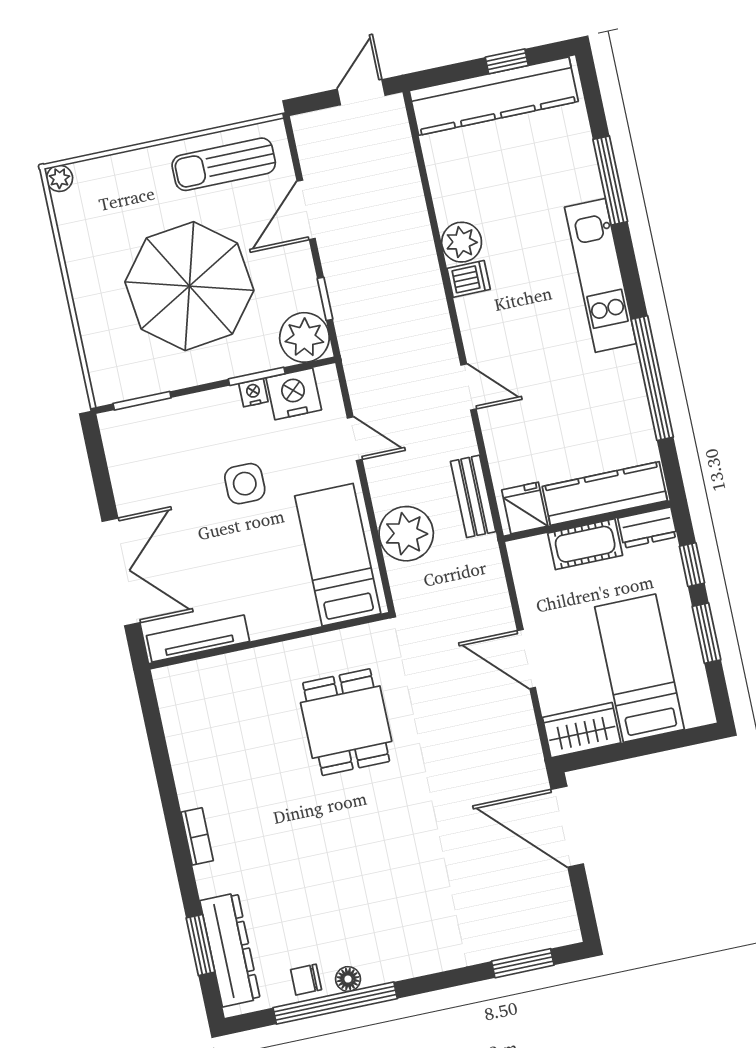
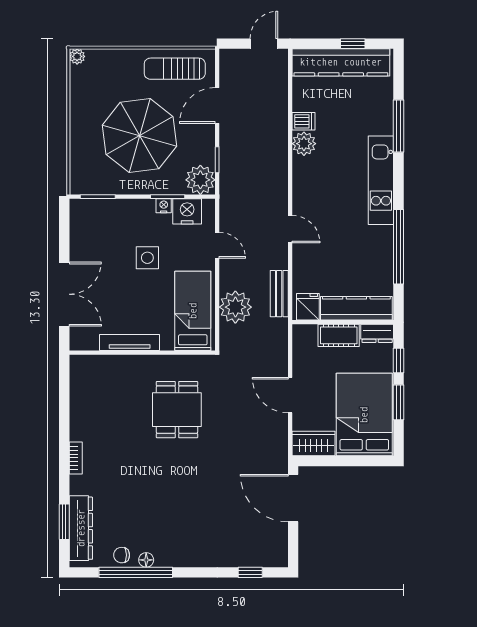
dishwasher: (469, 279) -> (304, 121), moved
tv unit: (198, 639) -> (130, 342), moved
bed: (639, 668) -> (364, 415), width x1.50
window: (523, 963) -> (250, 572), width x0.67

